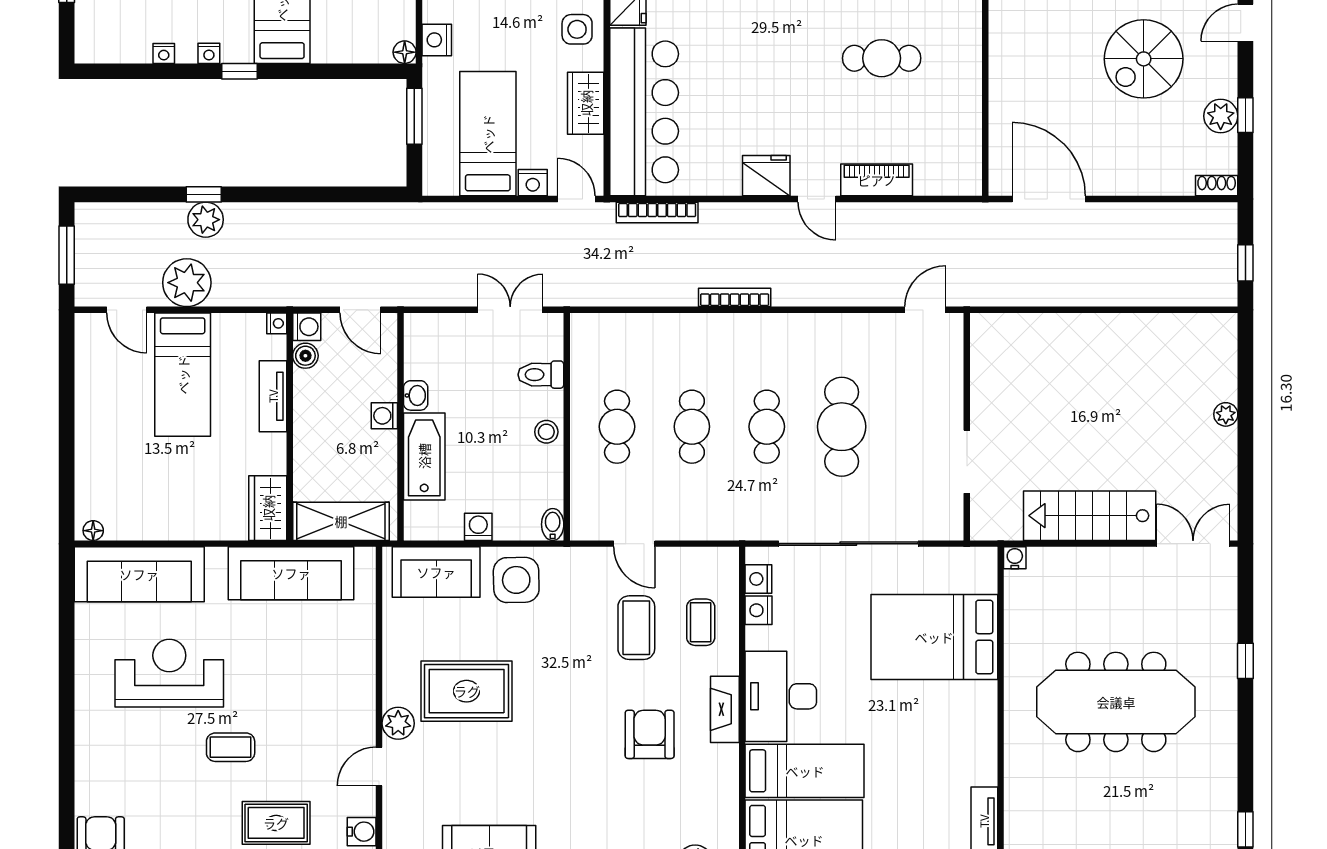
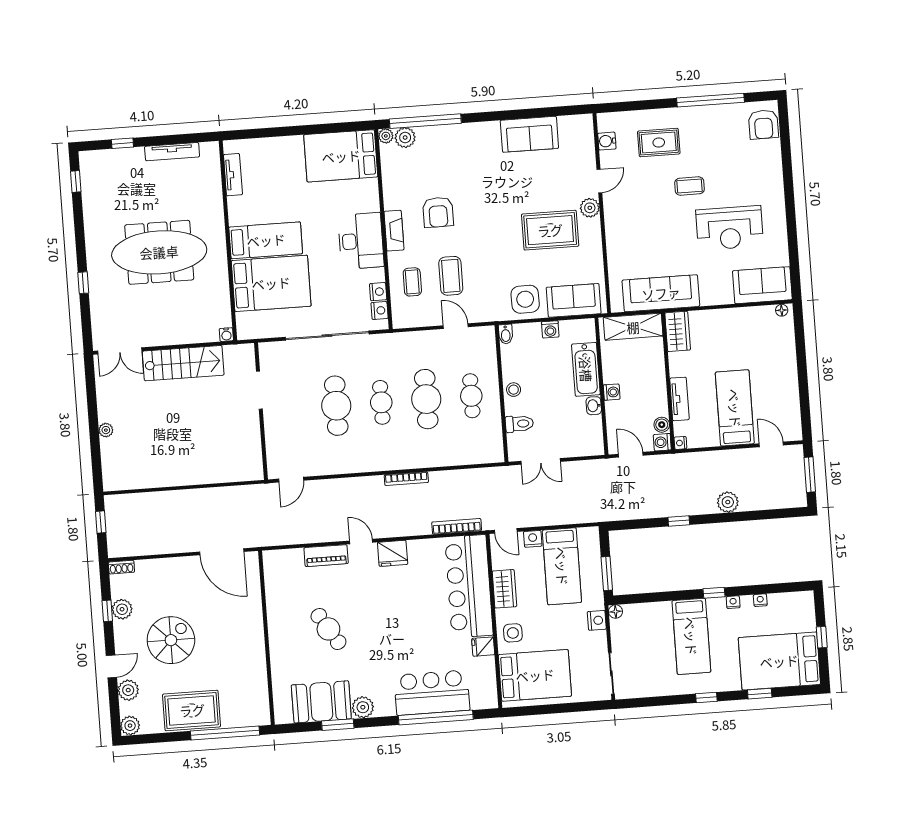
cafe table: (882, 58) -> (328, 629), turned 58
window: (204, 194) -> (679, 521), moved
plant: (187, 283) -> (736, 463), removed
cafe table: (692, 427) -> (426, 399), width x1.37, depth x1.35
sofa: (139, 574) -> (762, 285), width x0.73
bed: (805, 771) -> (266, 240), moved, turned 180

